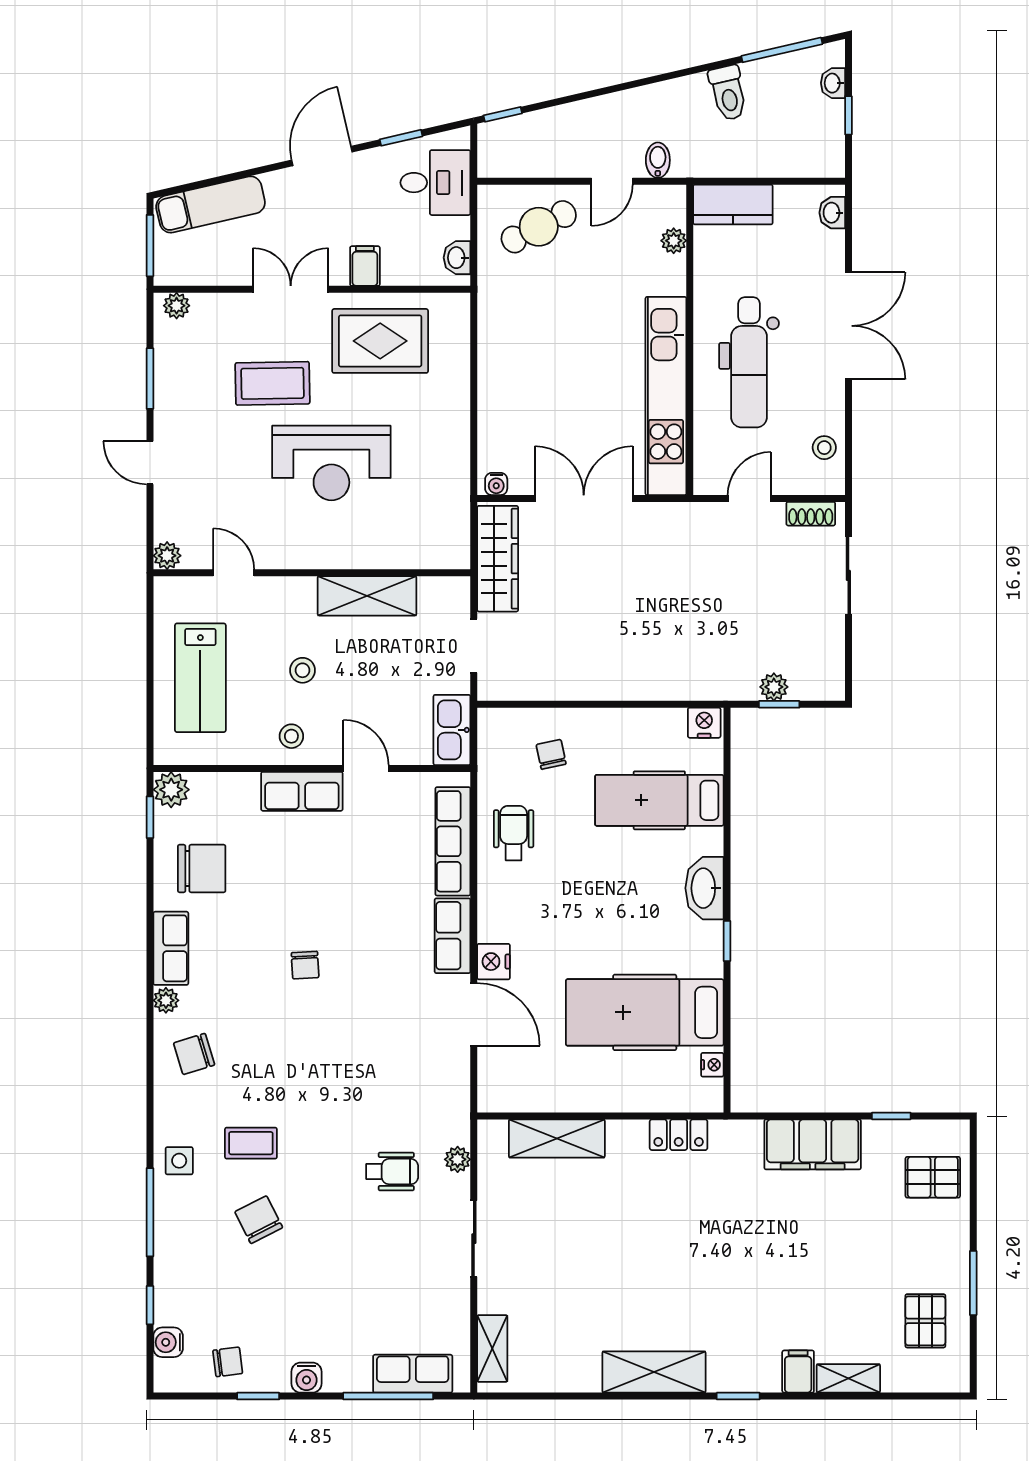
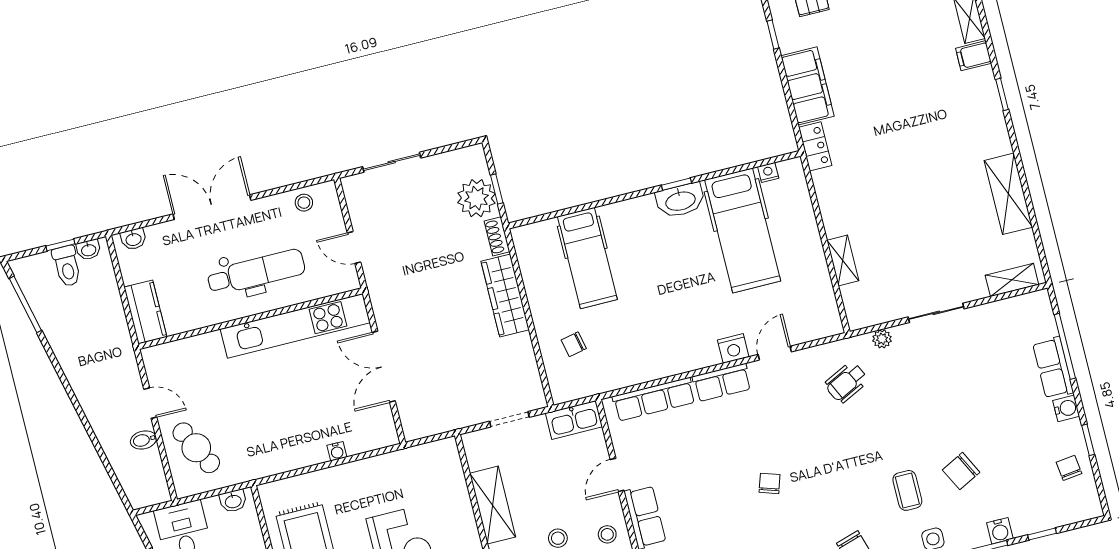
washbasin: (833, 83) -> (89, 250), moved
toilet: (728, 93) -> (67, 266), moved, turned 103
window: (503, 114) -> (122, 494), removed
bidet: (658, 160) -> (143, 440), moved
plant: (674, 241) -> (182, 348), removed
water cooler: (496, 484) -> (337, 451), moved, turned 90
shoe rack: (811, 514) -> (497, 236), moved, turned 180
wardrobe: (498, 559) -> (505, 295), moved, turned -90
plant: (774, 687) -> (476, 198), width x1.87, depth x1.87
nightstand: (704, 723) -> (523, 240), removed
wheelchair: (514, 833) -> (637, 357), removed
washbasin: (704, 888) -> (680, 200), moved
chair: (305, 965) -> (770, 483), turned -69
door: (474, 1014) -> (775, 353), width x0.73
locker: (679, 1135) -> (815, 146), moved
shelving: (557, 1139) -> (843, 260), width x0.67, depth x0.75
wheelchair: (392, 1172) -> (846, 382), moved, turned -116
water cooler: (168, 1342) -> (1000, 531), moved
shelving: (654, 1372) -> (1008, 194), moved
row of seats: (413, 1374) -> (1053, 368), moved

